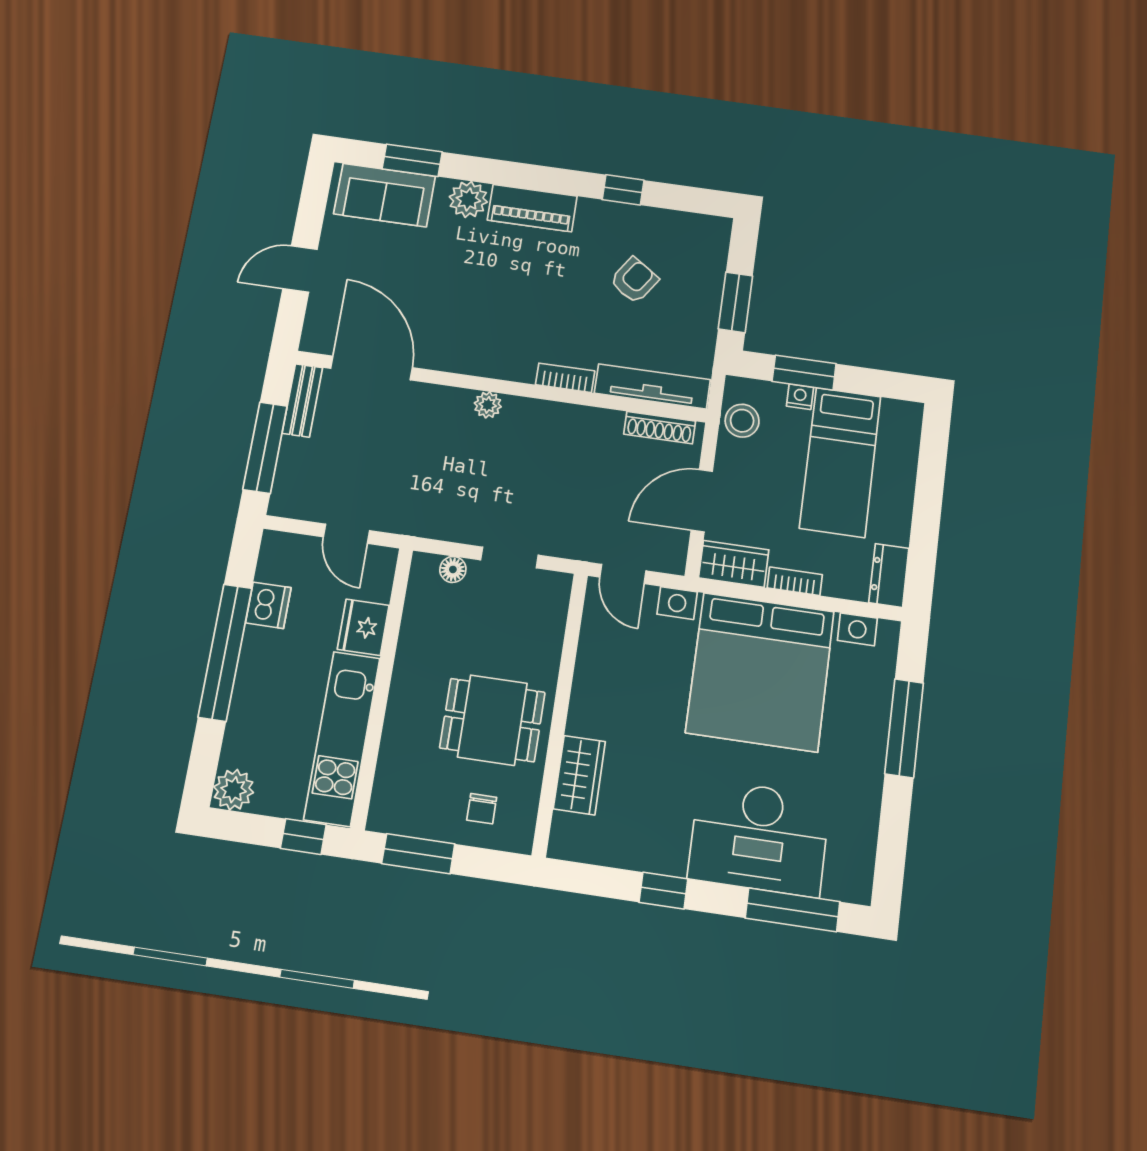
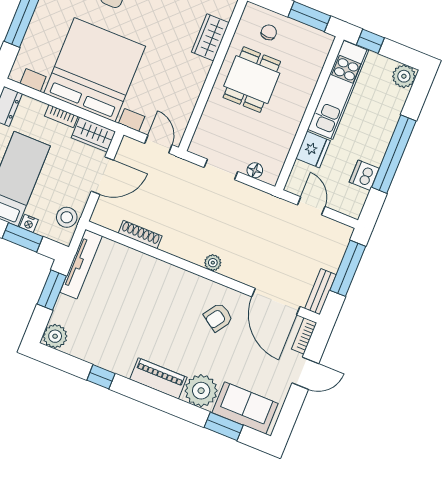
plant: (468, 199) -> (201, 391), width x1.36, depth x1.36
plant: (711, 234) -> (55, 336), added
armchair: (634, 280) -> (218, 317), moved
bookcase: (565, 378) -> (304, 336), moved, turned 90
tv unit: (652, 386) -> (81, 264), moved, turned -90
shoe rack: (660, 428) -> (140, 235), moved
dining table: (492, 720) -> (252, 80), turned 90

